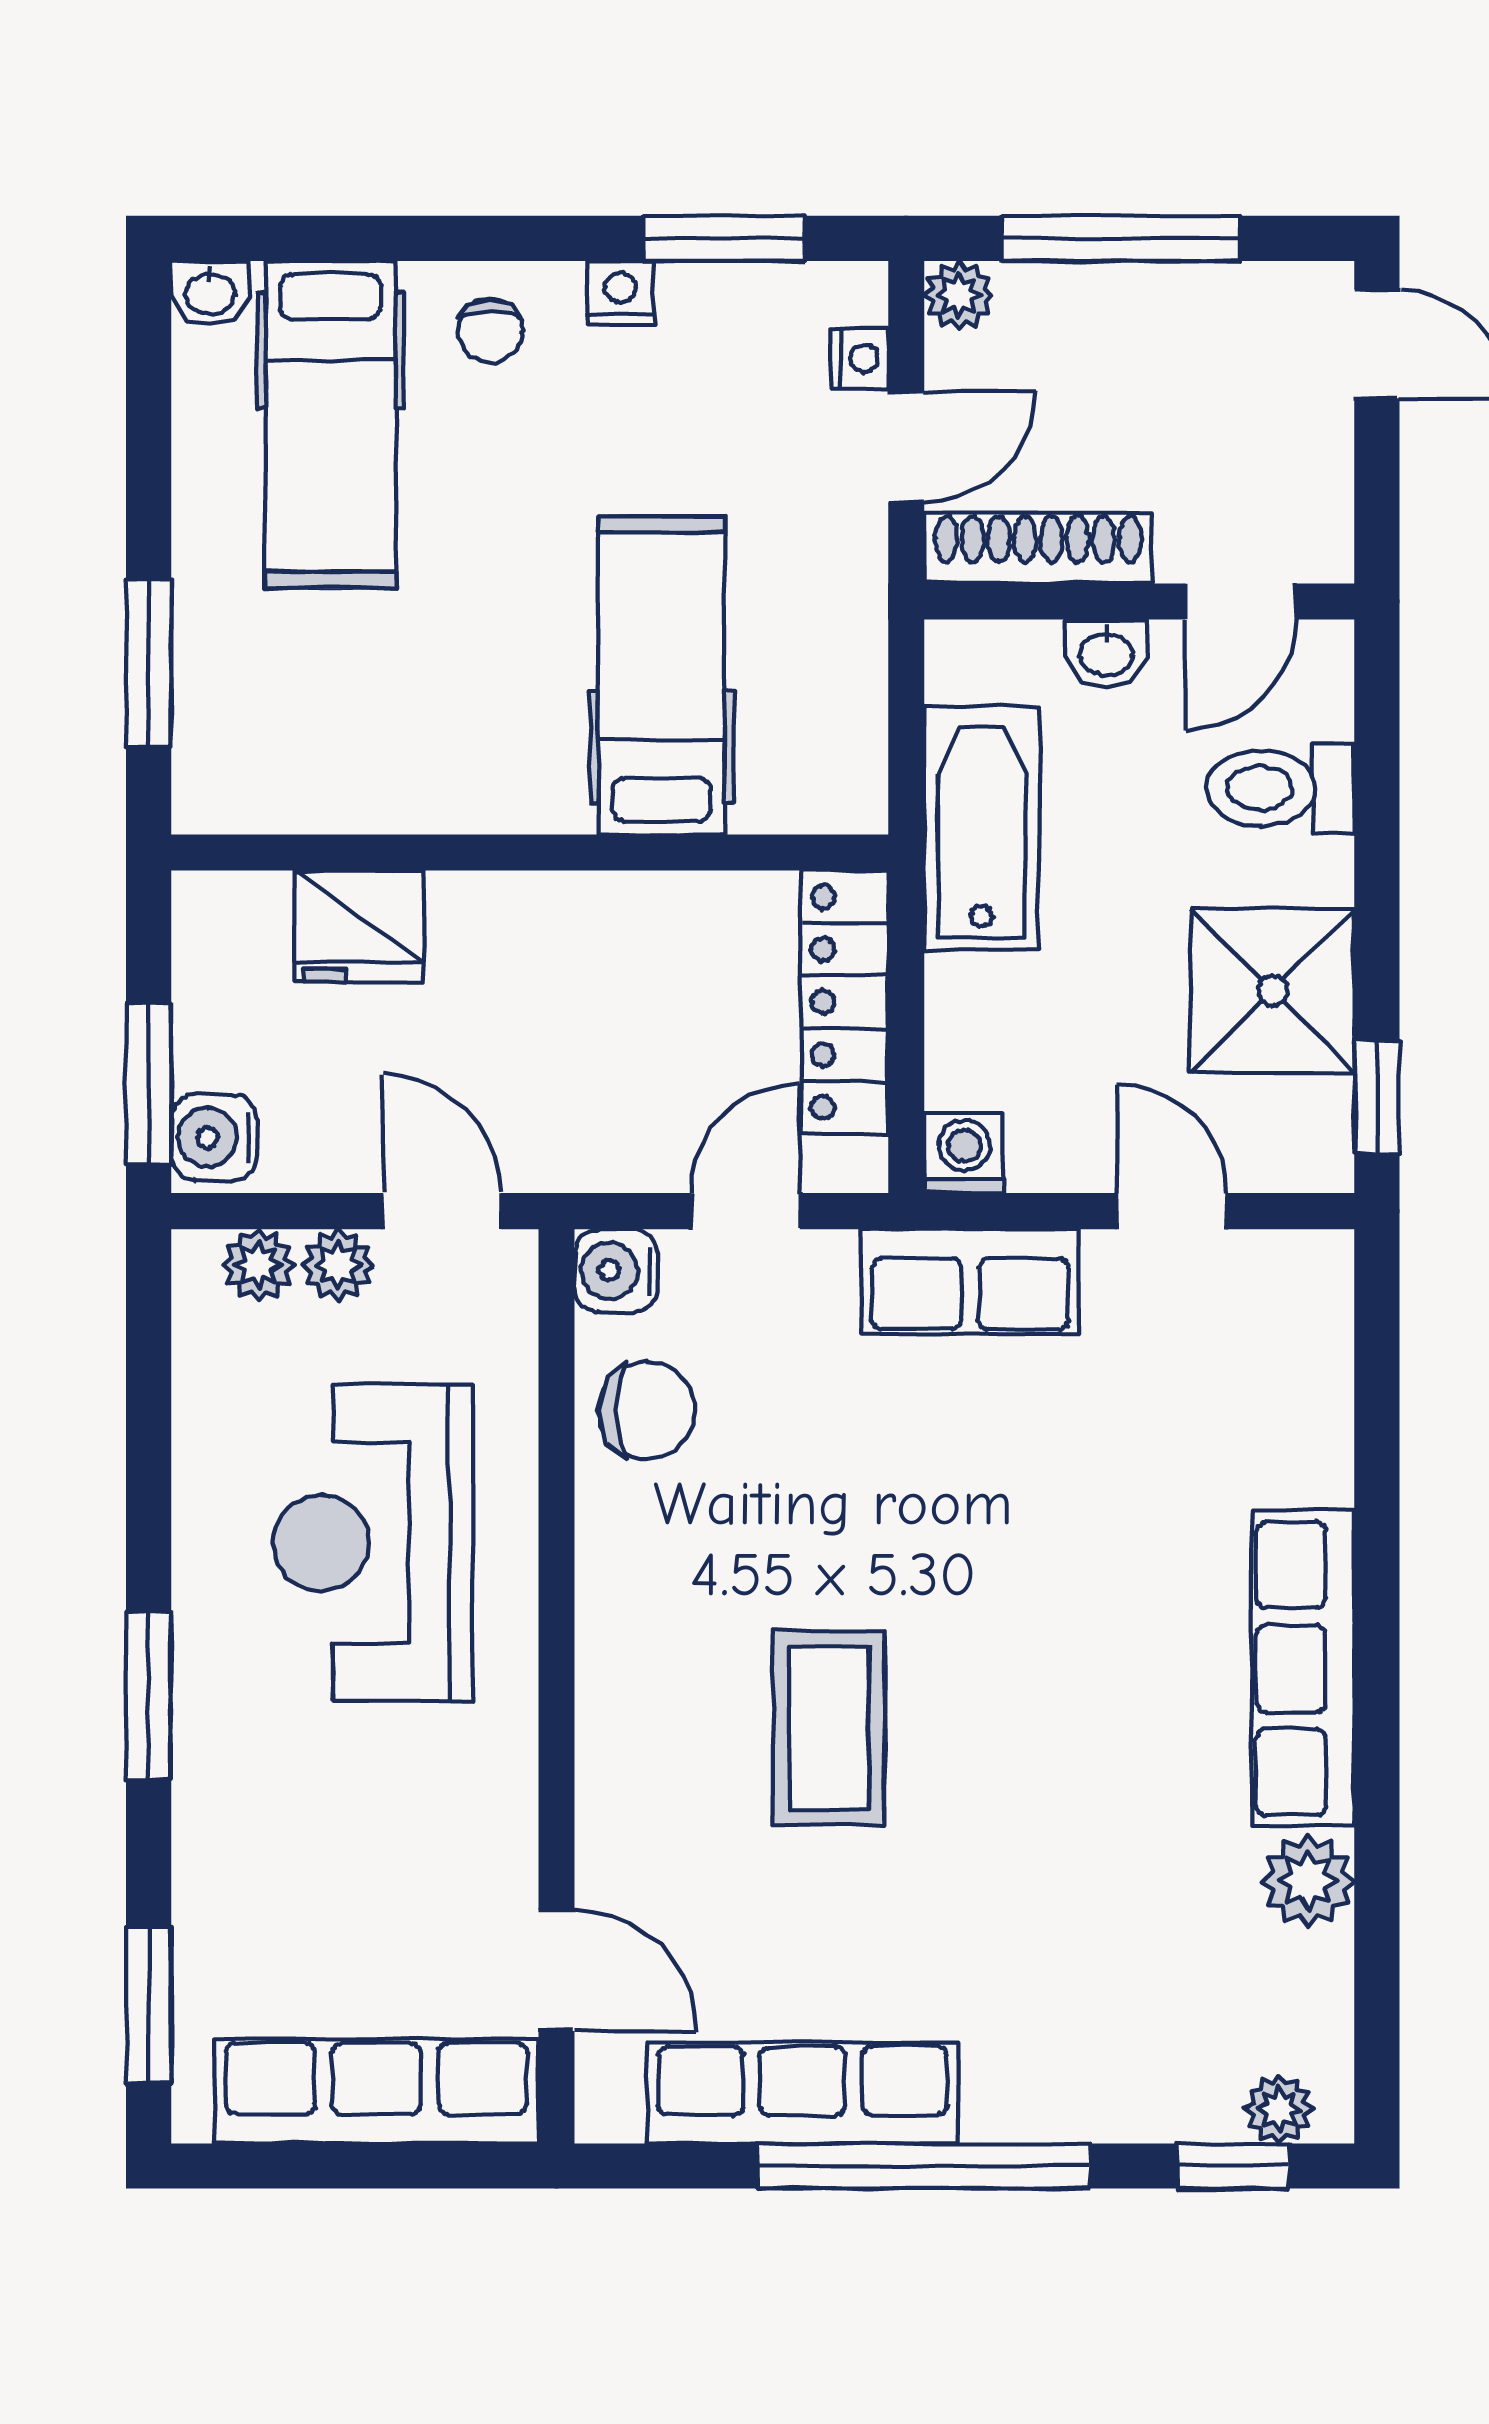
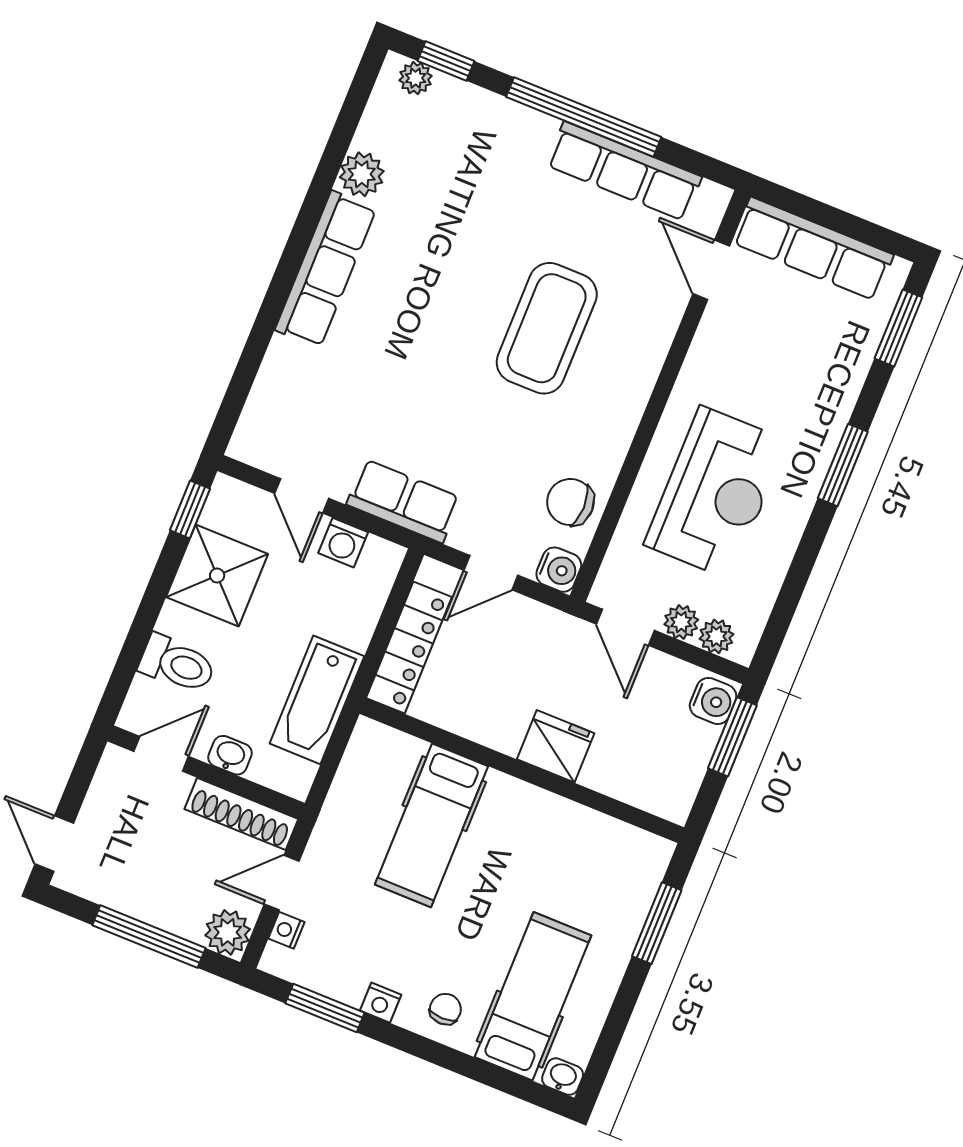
plant: (959, 295) -> (228, 932), width x1.38, depth x1.38
fridge: (359, 926) -> (556, 746), moved
washing machine: (964, 1153) -> (343, 543), moved
coffee table: (829, 1728) -> (547, 328), width x1.36, depth x1.32

